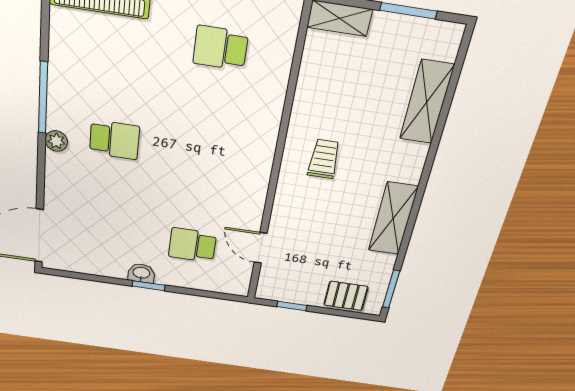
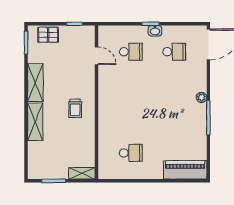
shelving: (427, 102) -> (35, 122), moved
school desk: (114, 140) -> (174, 52), moved, turned 180

